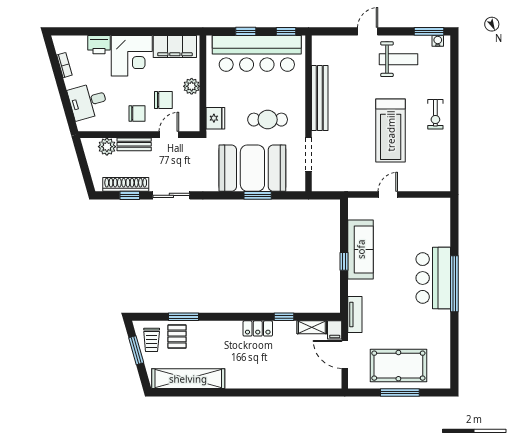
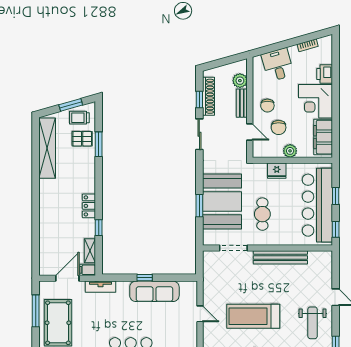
fridge: (215, 118) -> (277, 171), moved
window: (400, 392) -> (36, 311), moved

